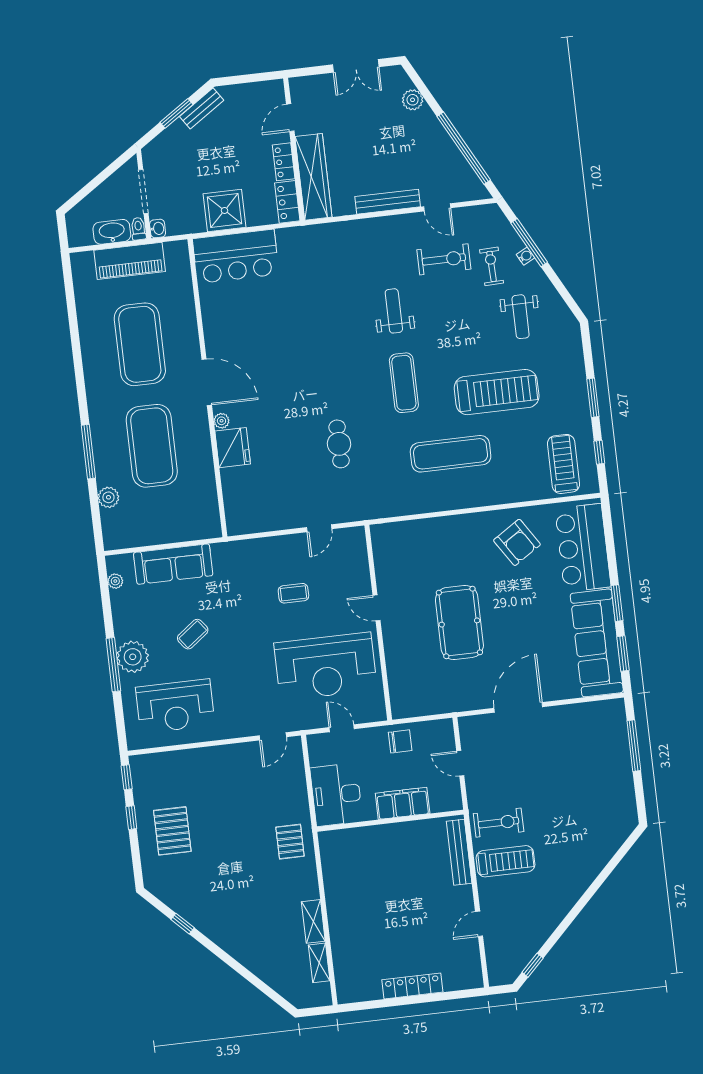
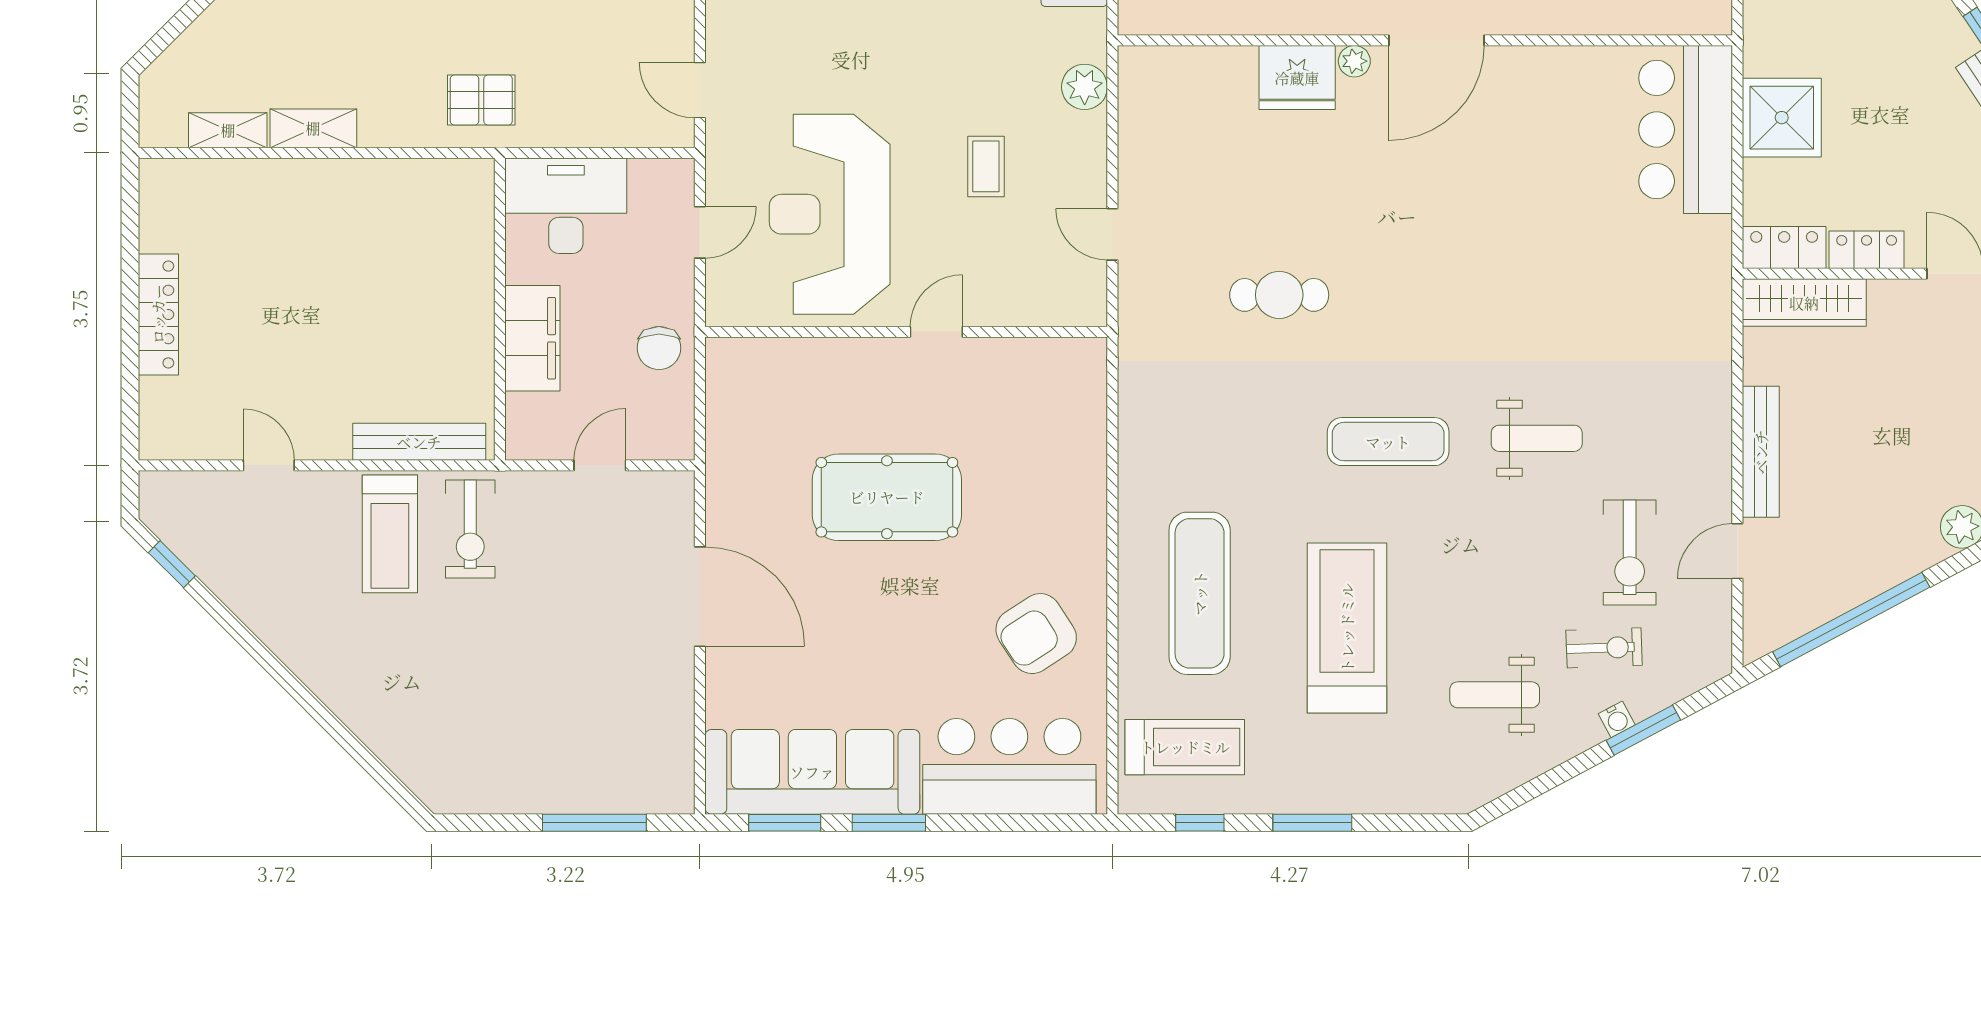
wardrobe: (313, 177) -> (1804, 303), width x0.71, depth x0.85
window: (529, 243) -> (1643, 730), width x0.69
treadmill: (497, 392) -> (1347, 628), turned 180
exercise mat: (451, 454) -> (1200, 593), moved
plant: (249, 550) -> (1085, 87), added

